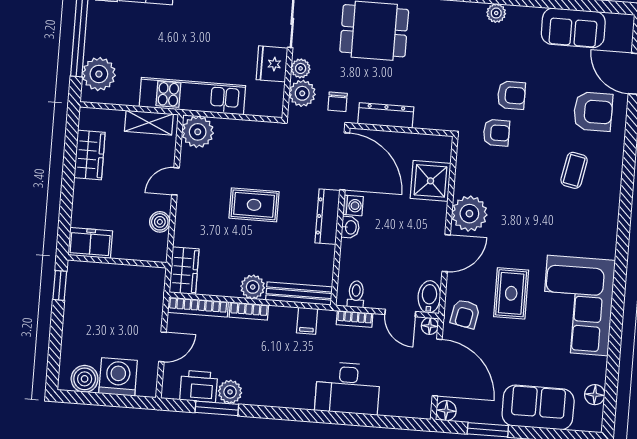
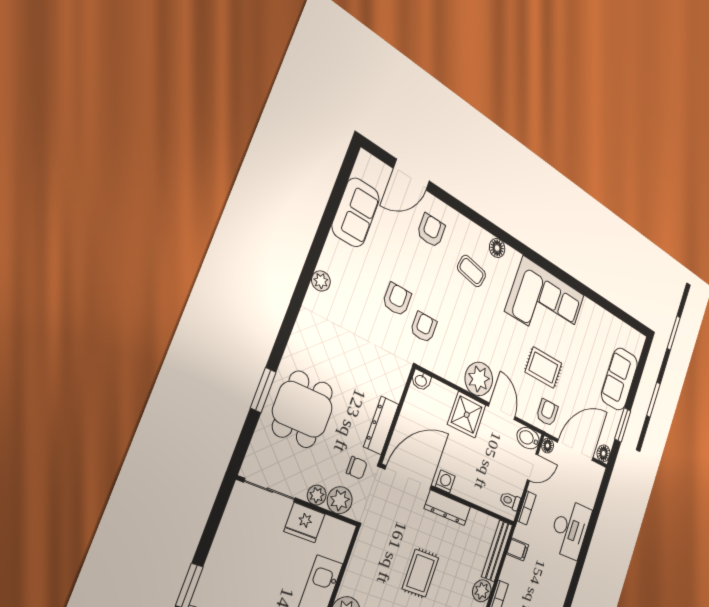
armchair: (593, 112) -> (431, 230), width x0.72, depth x0.72
shower: (431, 181) -> (467, 415), moved
washbasin: (350, 227) -> (421, 380), moved, turned 180
corner sofa: (578, 305) -> (545, 303), moved
armchair: (465, 314) -> (547, 413), turned -101
floor lamp: (595, 395) -> (497, 248), moved

